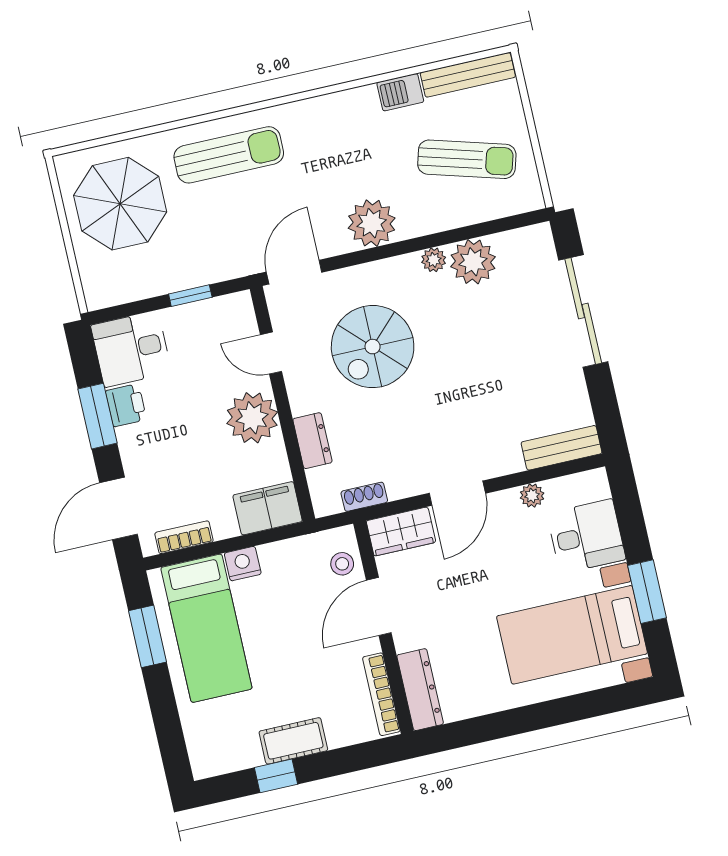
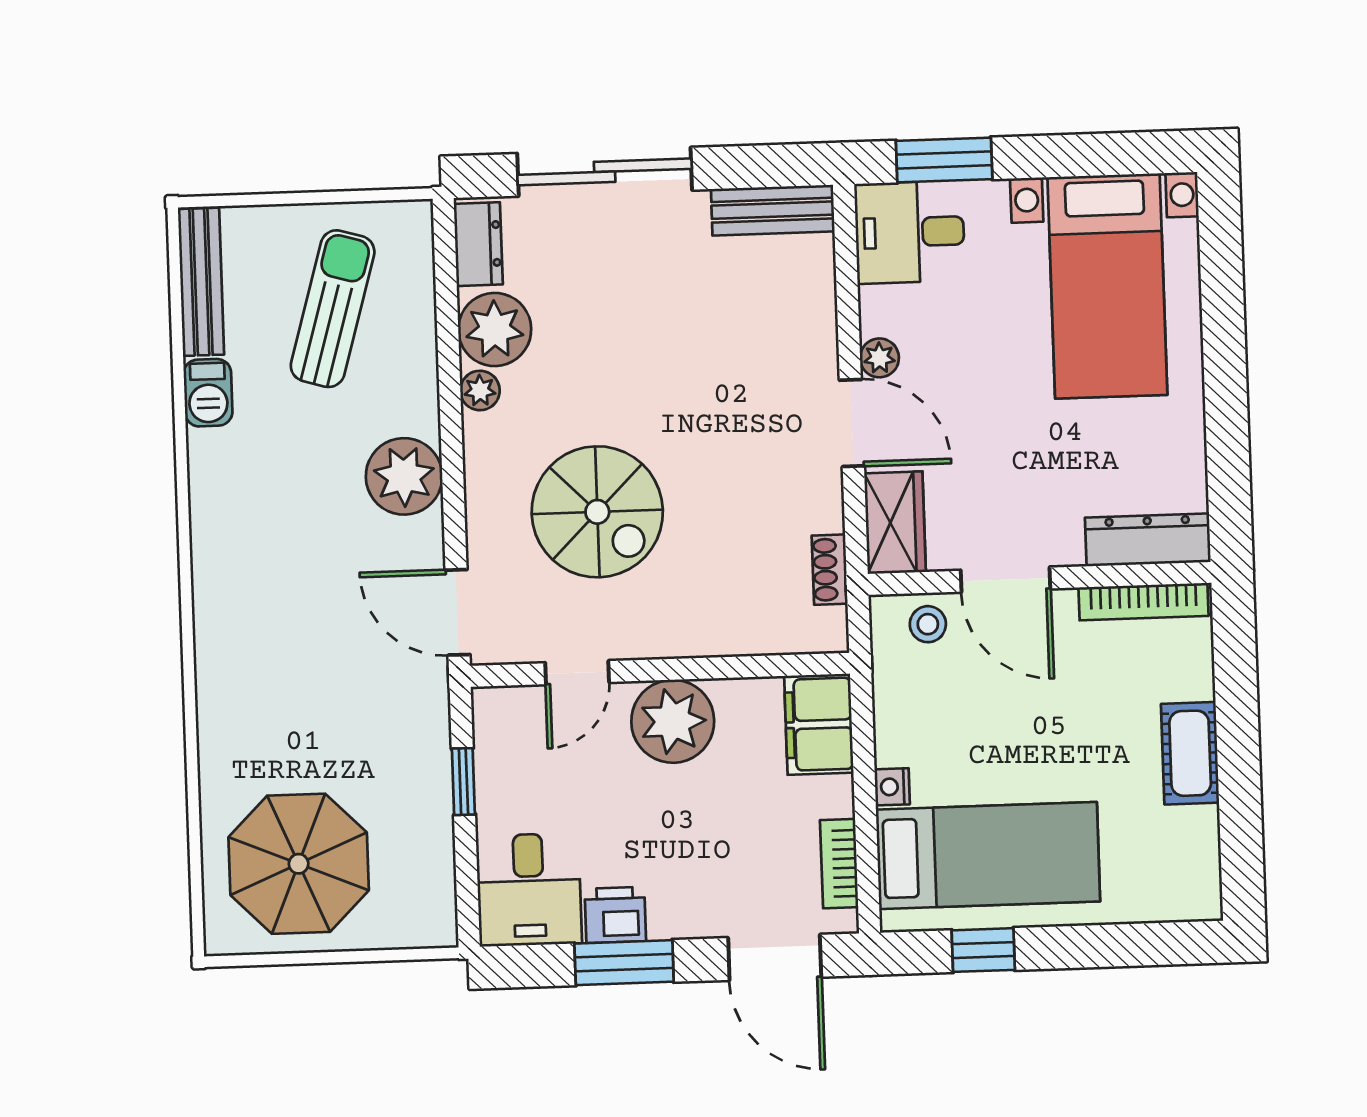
sun lounger: (229, 155) -> (255, 679), removed
dresser: (312, 441) -> (478, 244), moved, turned 90
bench: (562, 448) -> (773, 210), moved, turned 90
plant: (532, 495) -> (879, 358), moved
desk: (586, 536) -> (910, 232), moved, turned -90
nightstand: (243, 564) -> (892, 787), width x0.72, depth x0.74
window: (647, 592) -> (944, 160), moved
window: (148, 636) -> (983, 950), width x0.67
window: (276, 776) -> (1240, 791), removed

